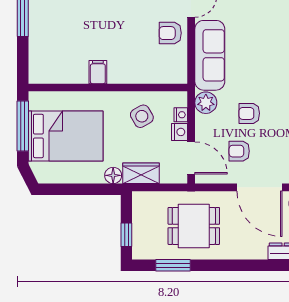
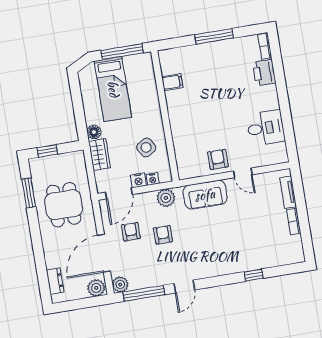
sofa: (210, 55) -> (205, 195), width x0.73
filing cabinet: (98, 72) -> (172, 82), moved
bed: (66, 136) -> (113, 89), width x0.67

